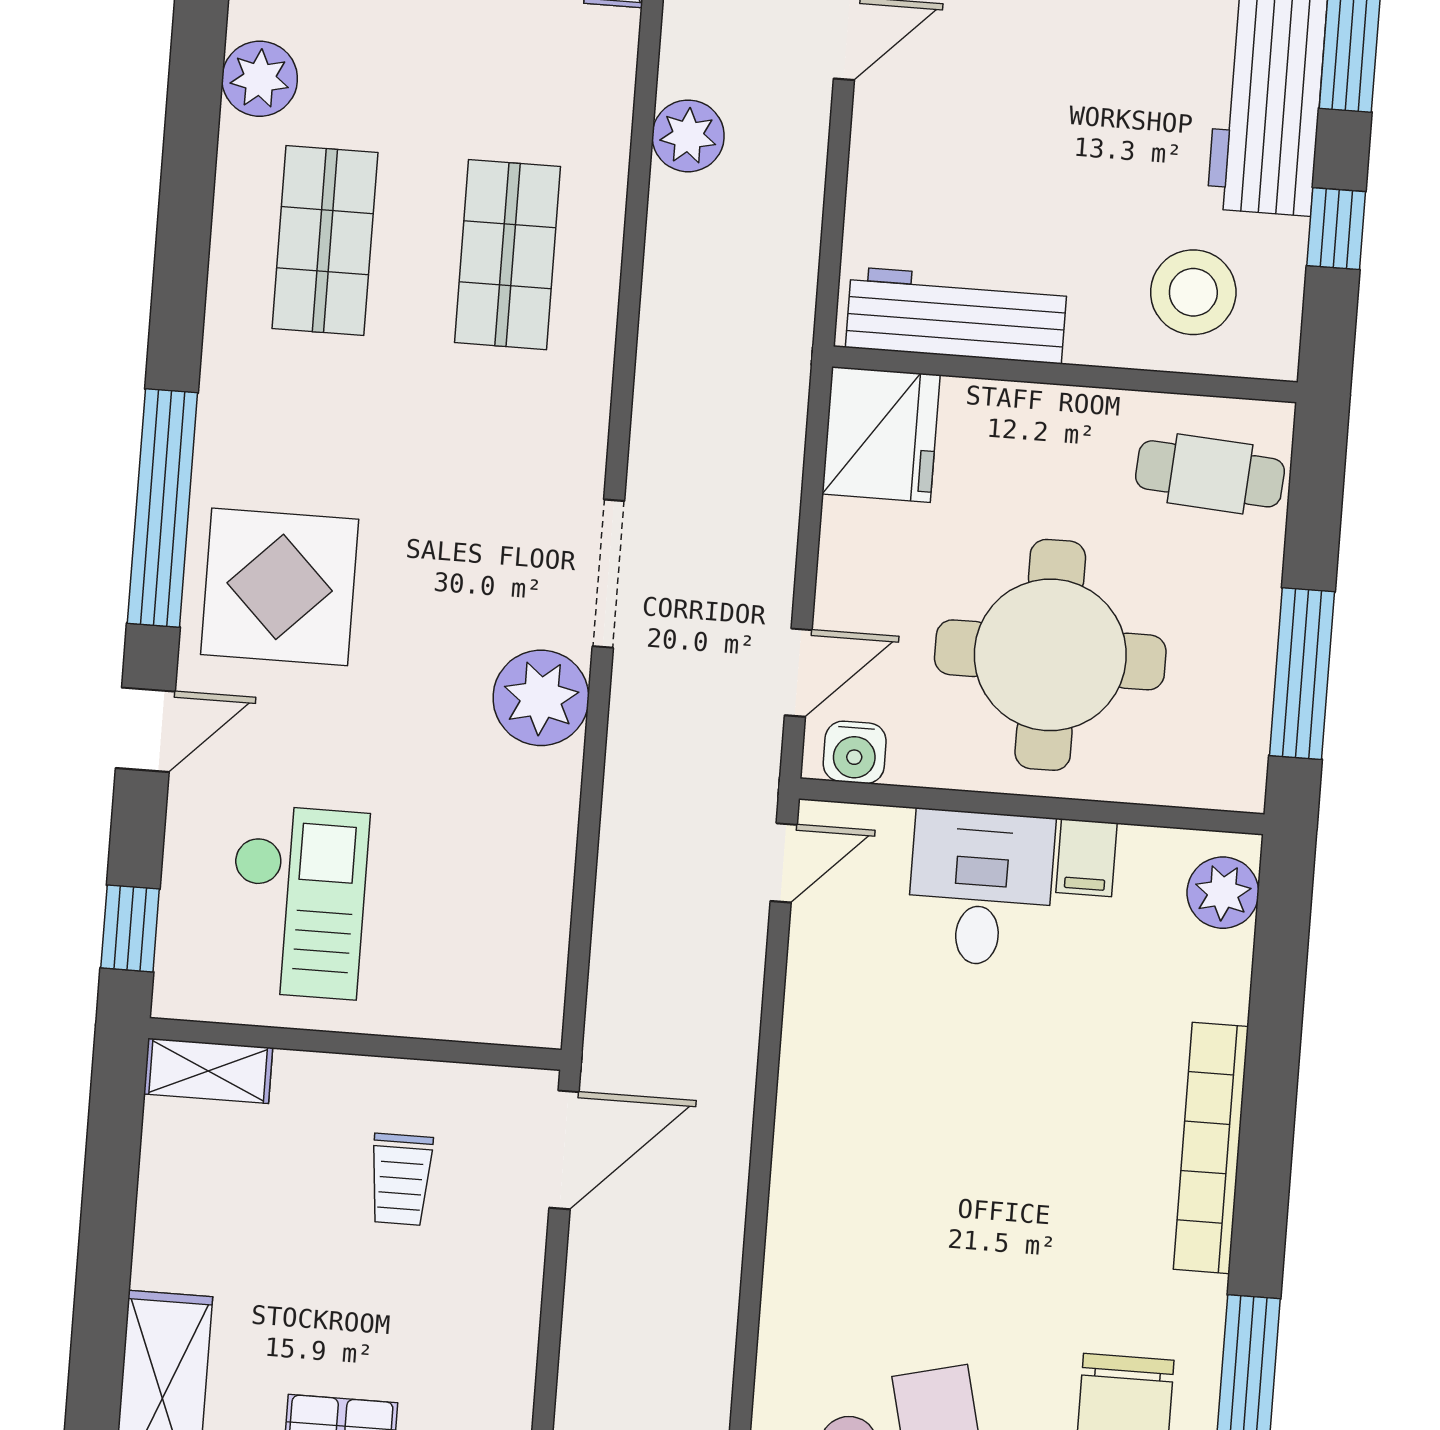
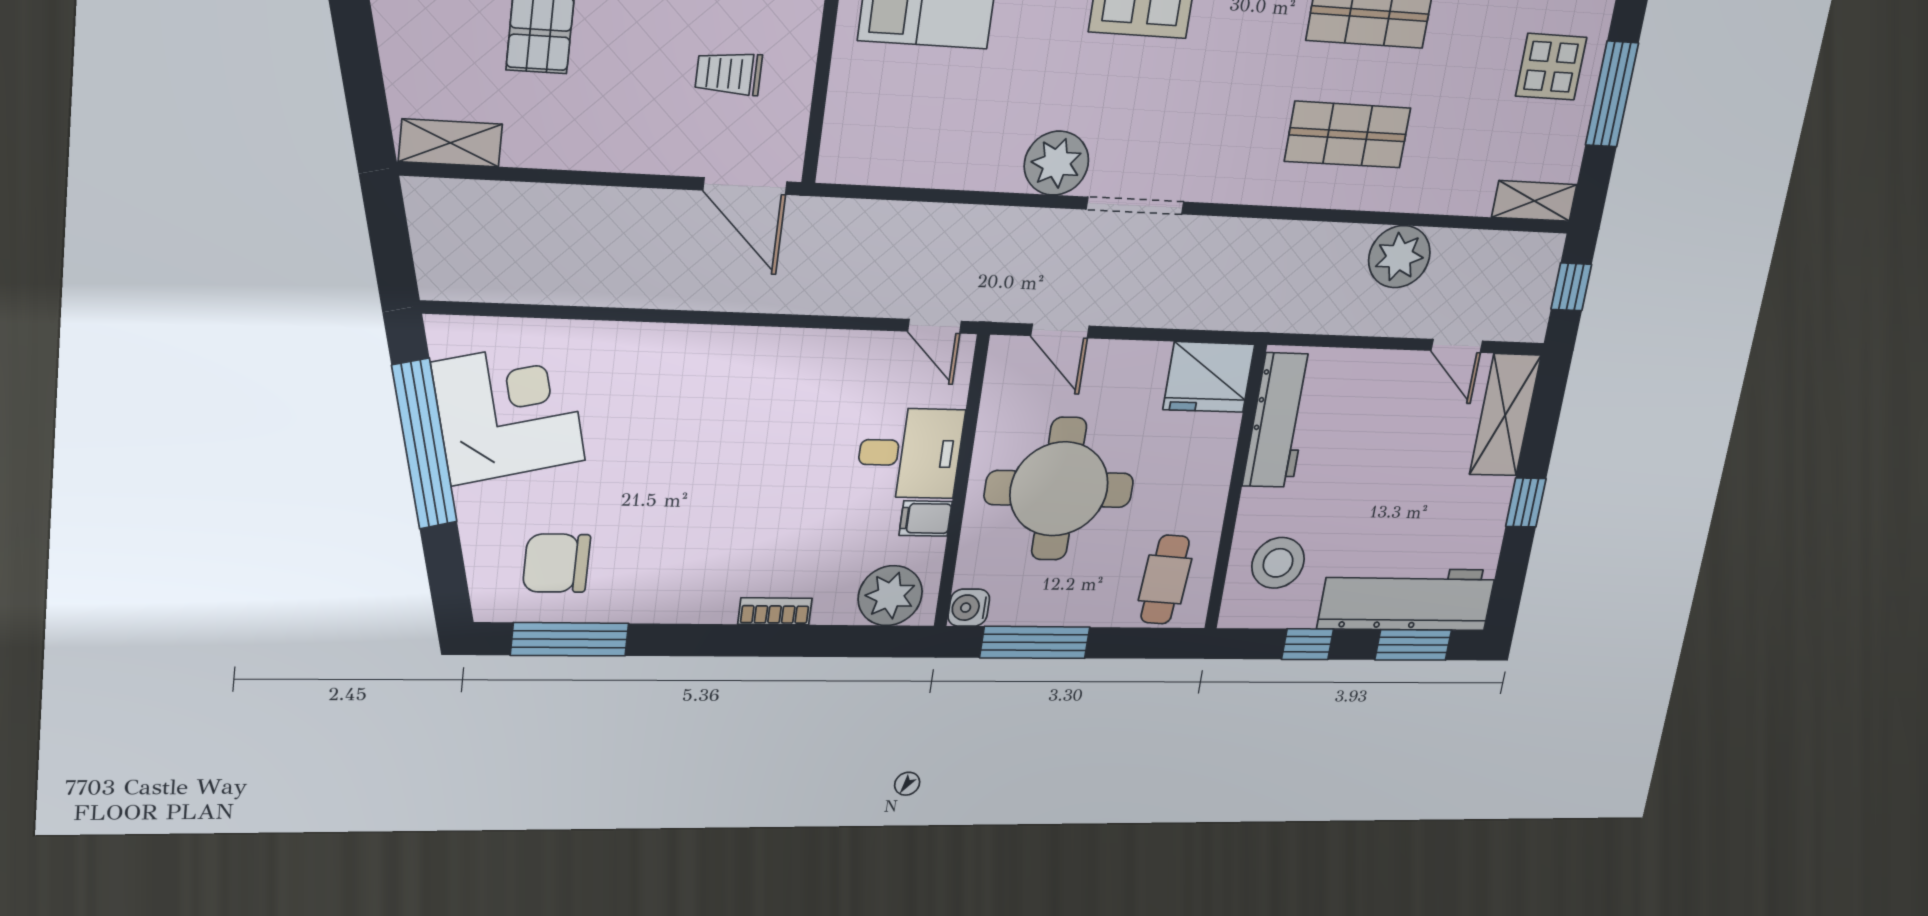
plant: (688, 136) -> (1399, 257), width x1.36, depth x1.36
water cooler: (855, 752) -> (969, 608), moved
plant: (1223, 893) -> (890, 596), width x1.36, depth x1.36
bookcase: (1211, 1148) -> (775, 611), width x0.43, depth x0.76

